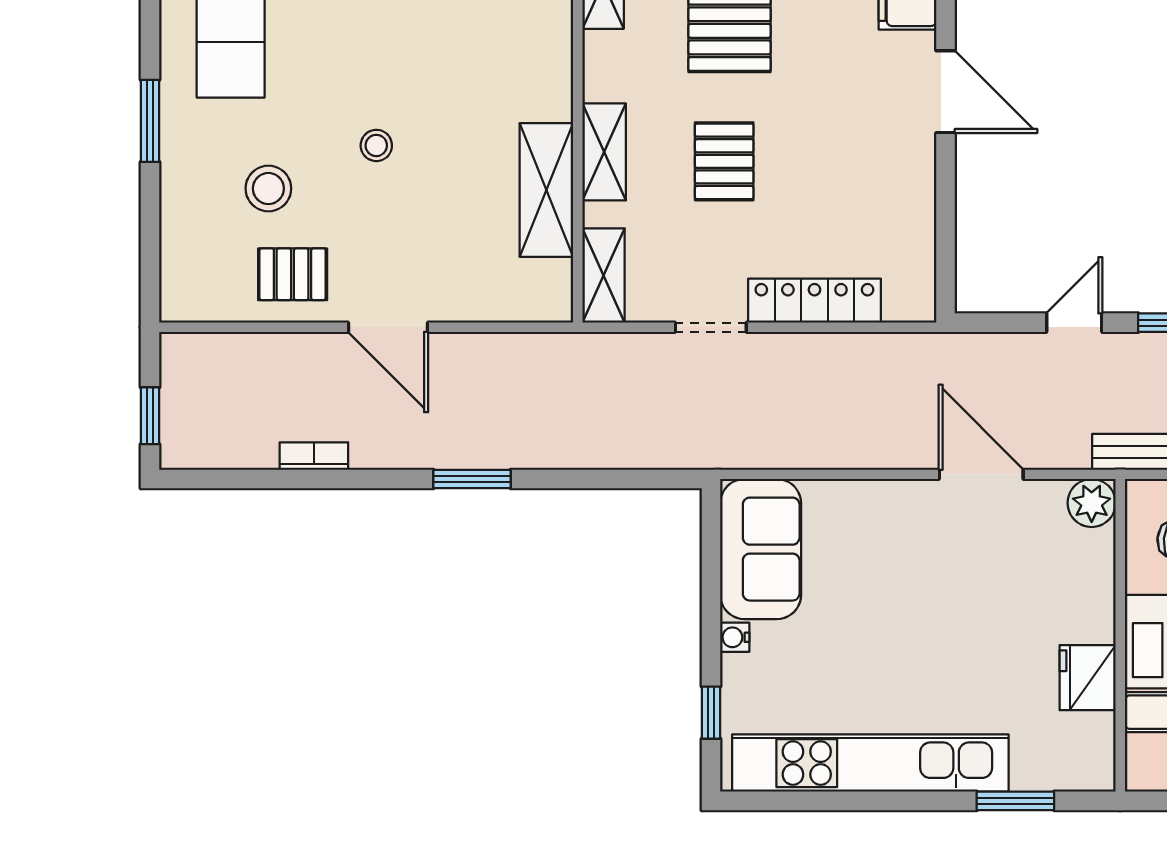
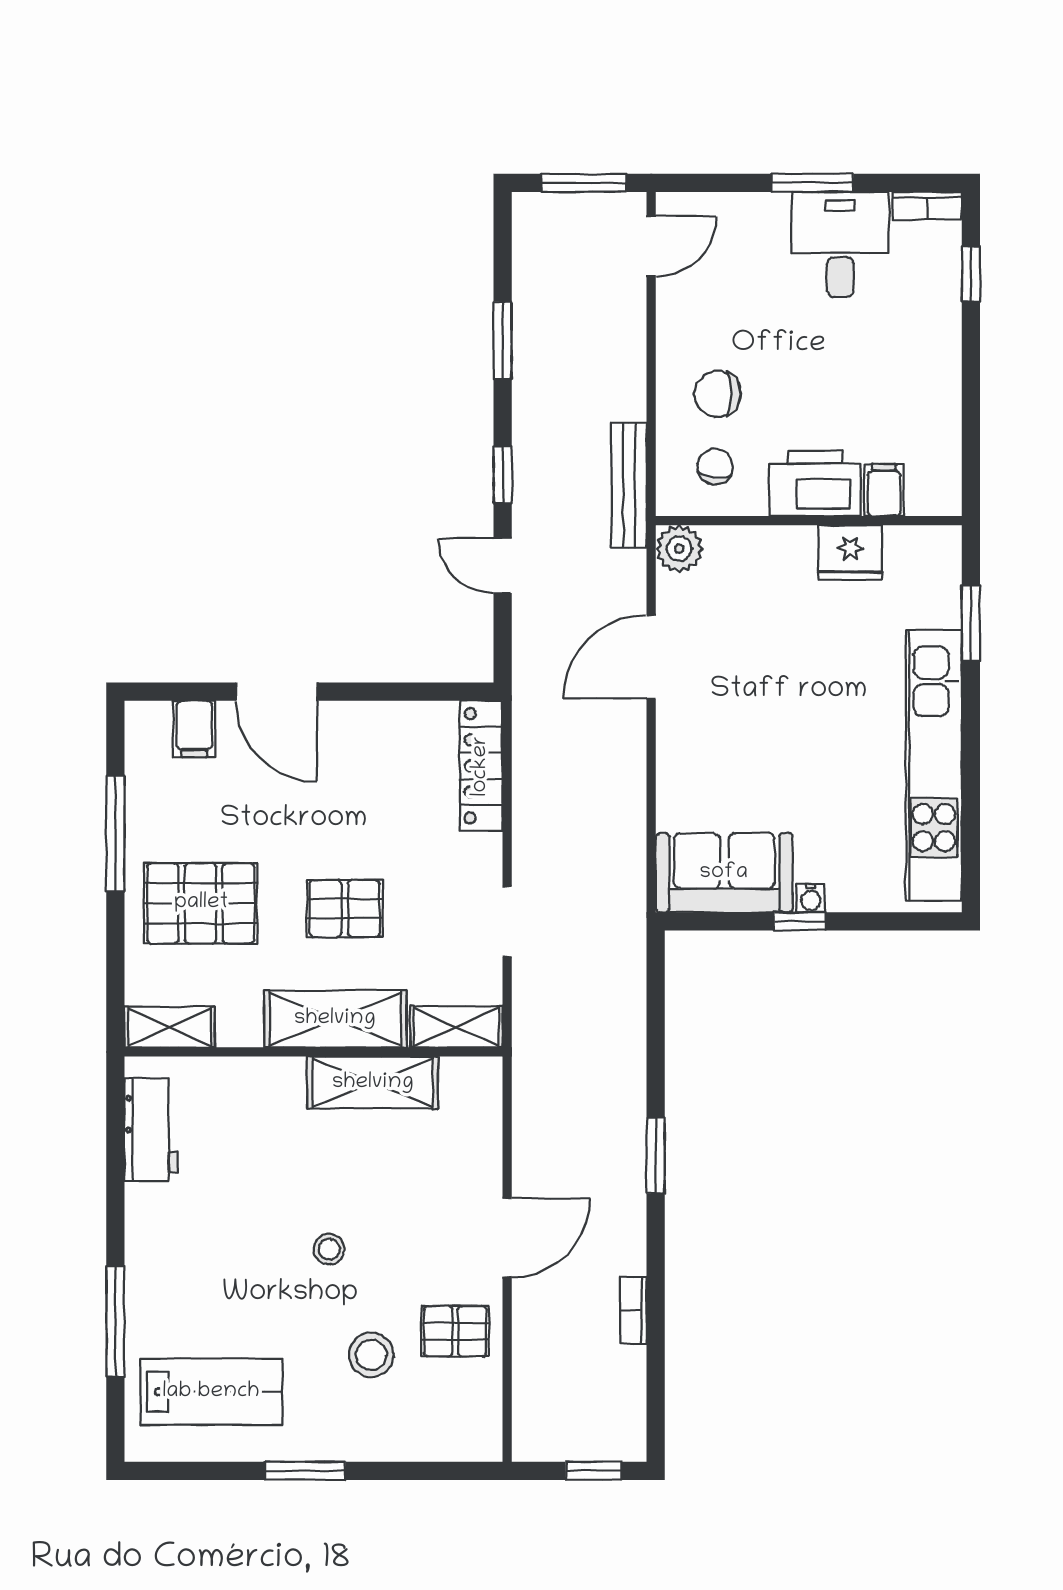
door: (945, 92) -> (276, 692), swing flipped
shelving: (604, 152) -> (335, 1019), width x1.50, depth x1.33
pallet: (293, 274) -> (455, 1331), turned 90
locker: (814, 301) -> (481, 766), moved
window: (711, 713) -> (800, 921), moved

